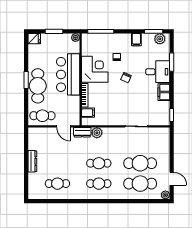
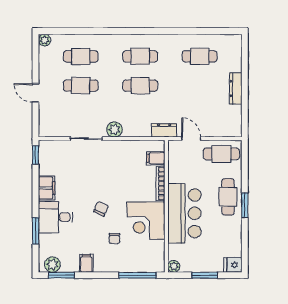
cafe table: (38, 86) -> (228, 197), width x0.73, depth x0.74
plant: (97, 133) -> (115, 130), moved
cafe table: (140, 163) -> (81, 86), width x0.73, depth x0.74
door: (172, 179) -> (36, 93), moved
cafe table: (140, 184) -> (81, 56), width x0.73, depth x0.74

